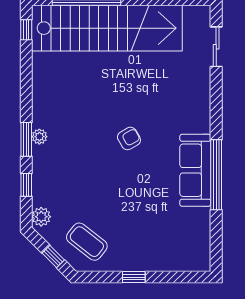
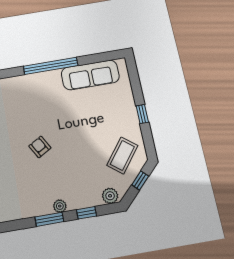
plant: (39, 137) -> (60, 206), moved
armchair: (129, 138) -> (40, 147), moved
sofa: (195, 170) -> (90, 75), moved

